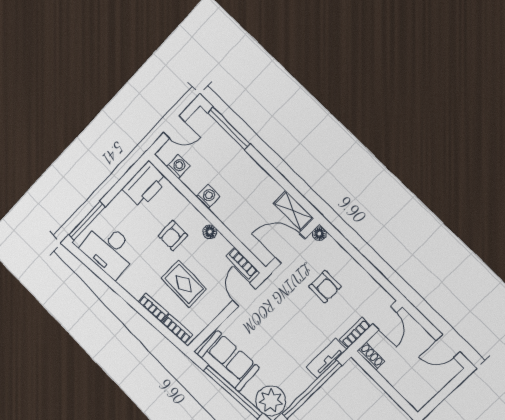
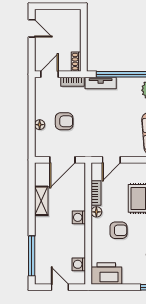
washing machine: (208, 196) -> (79, 217), moved
shelving: (293, 211) -> (41, 201), moved
floor lamp: (319, 234) -> (40, 125), moved
door: (290, 248) -> (62, 160), hinge flipped
bookcase: (242, 263) -> (96, 193), moved
armchair: (325, 287) -> (64, 121), turned 90

